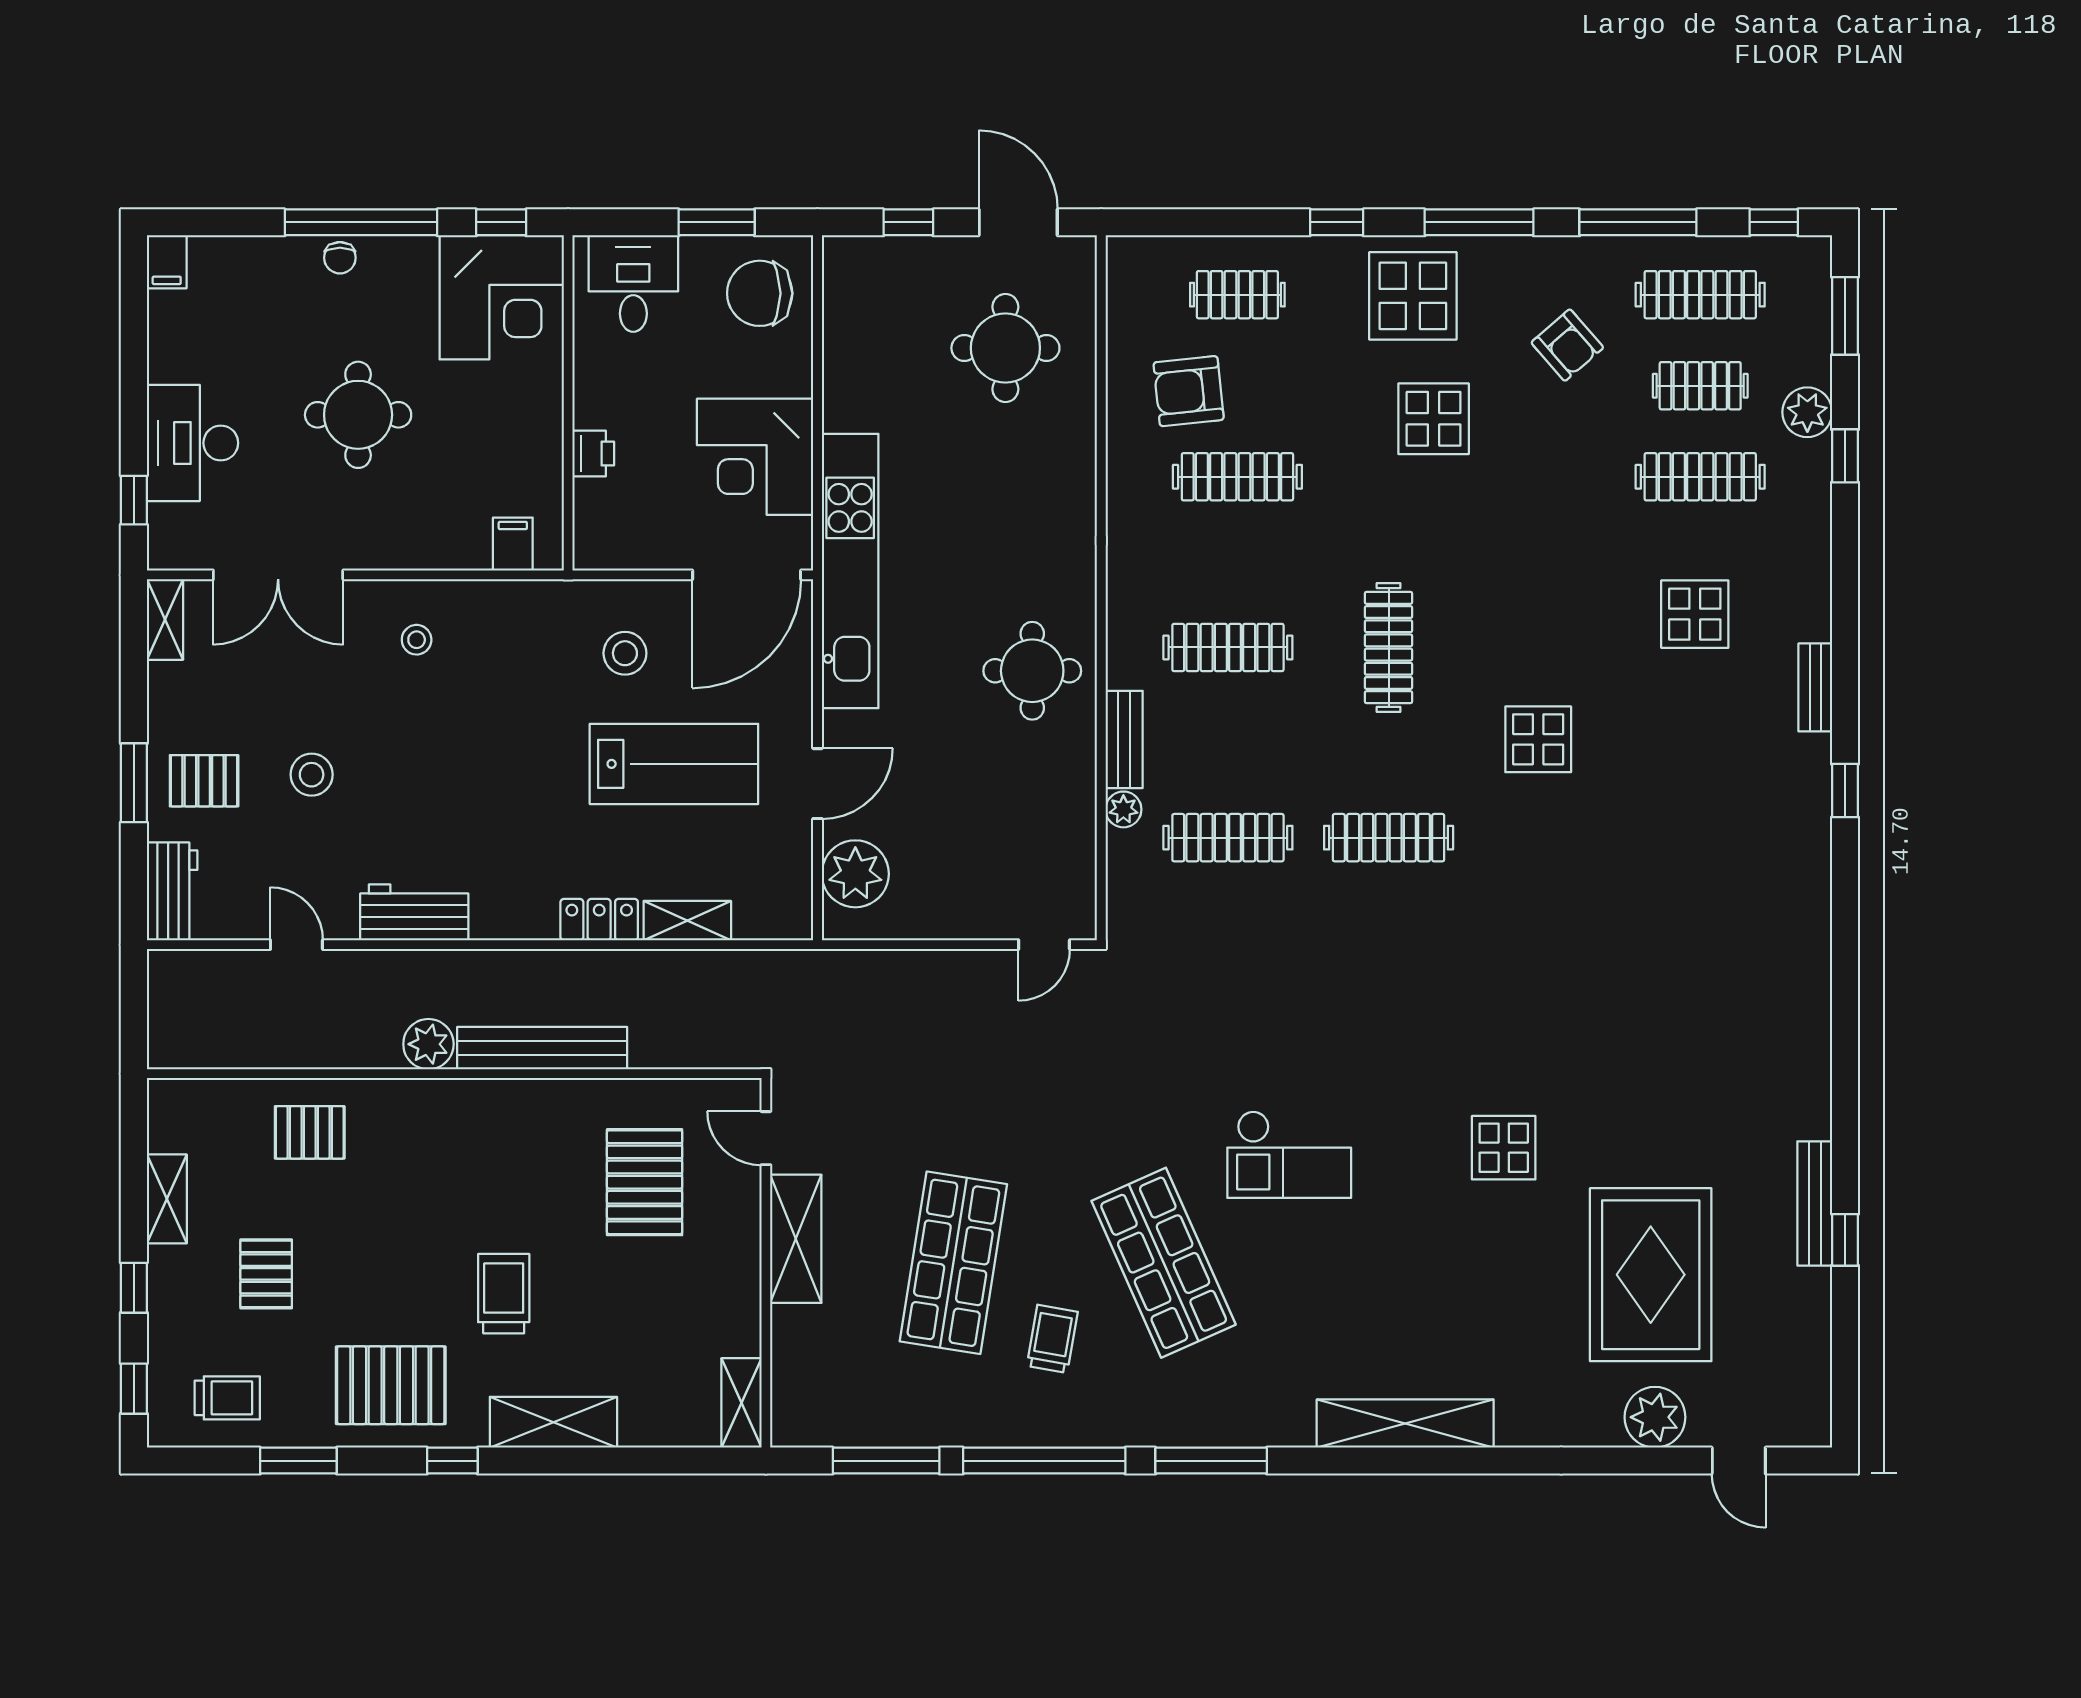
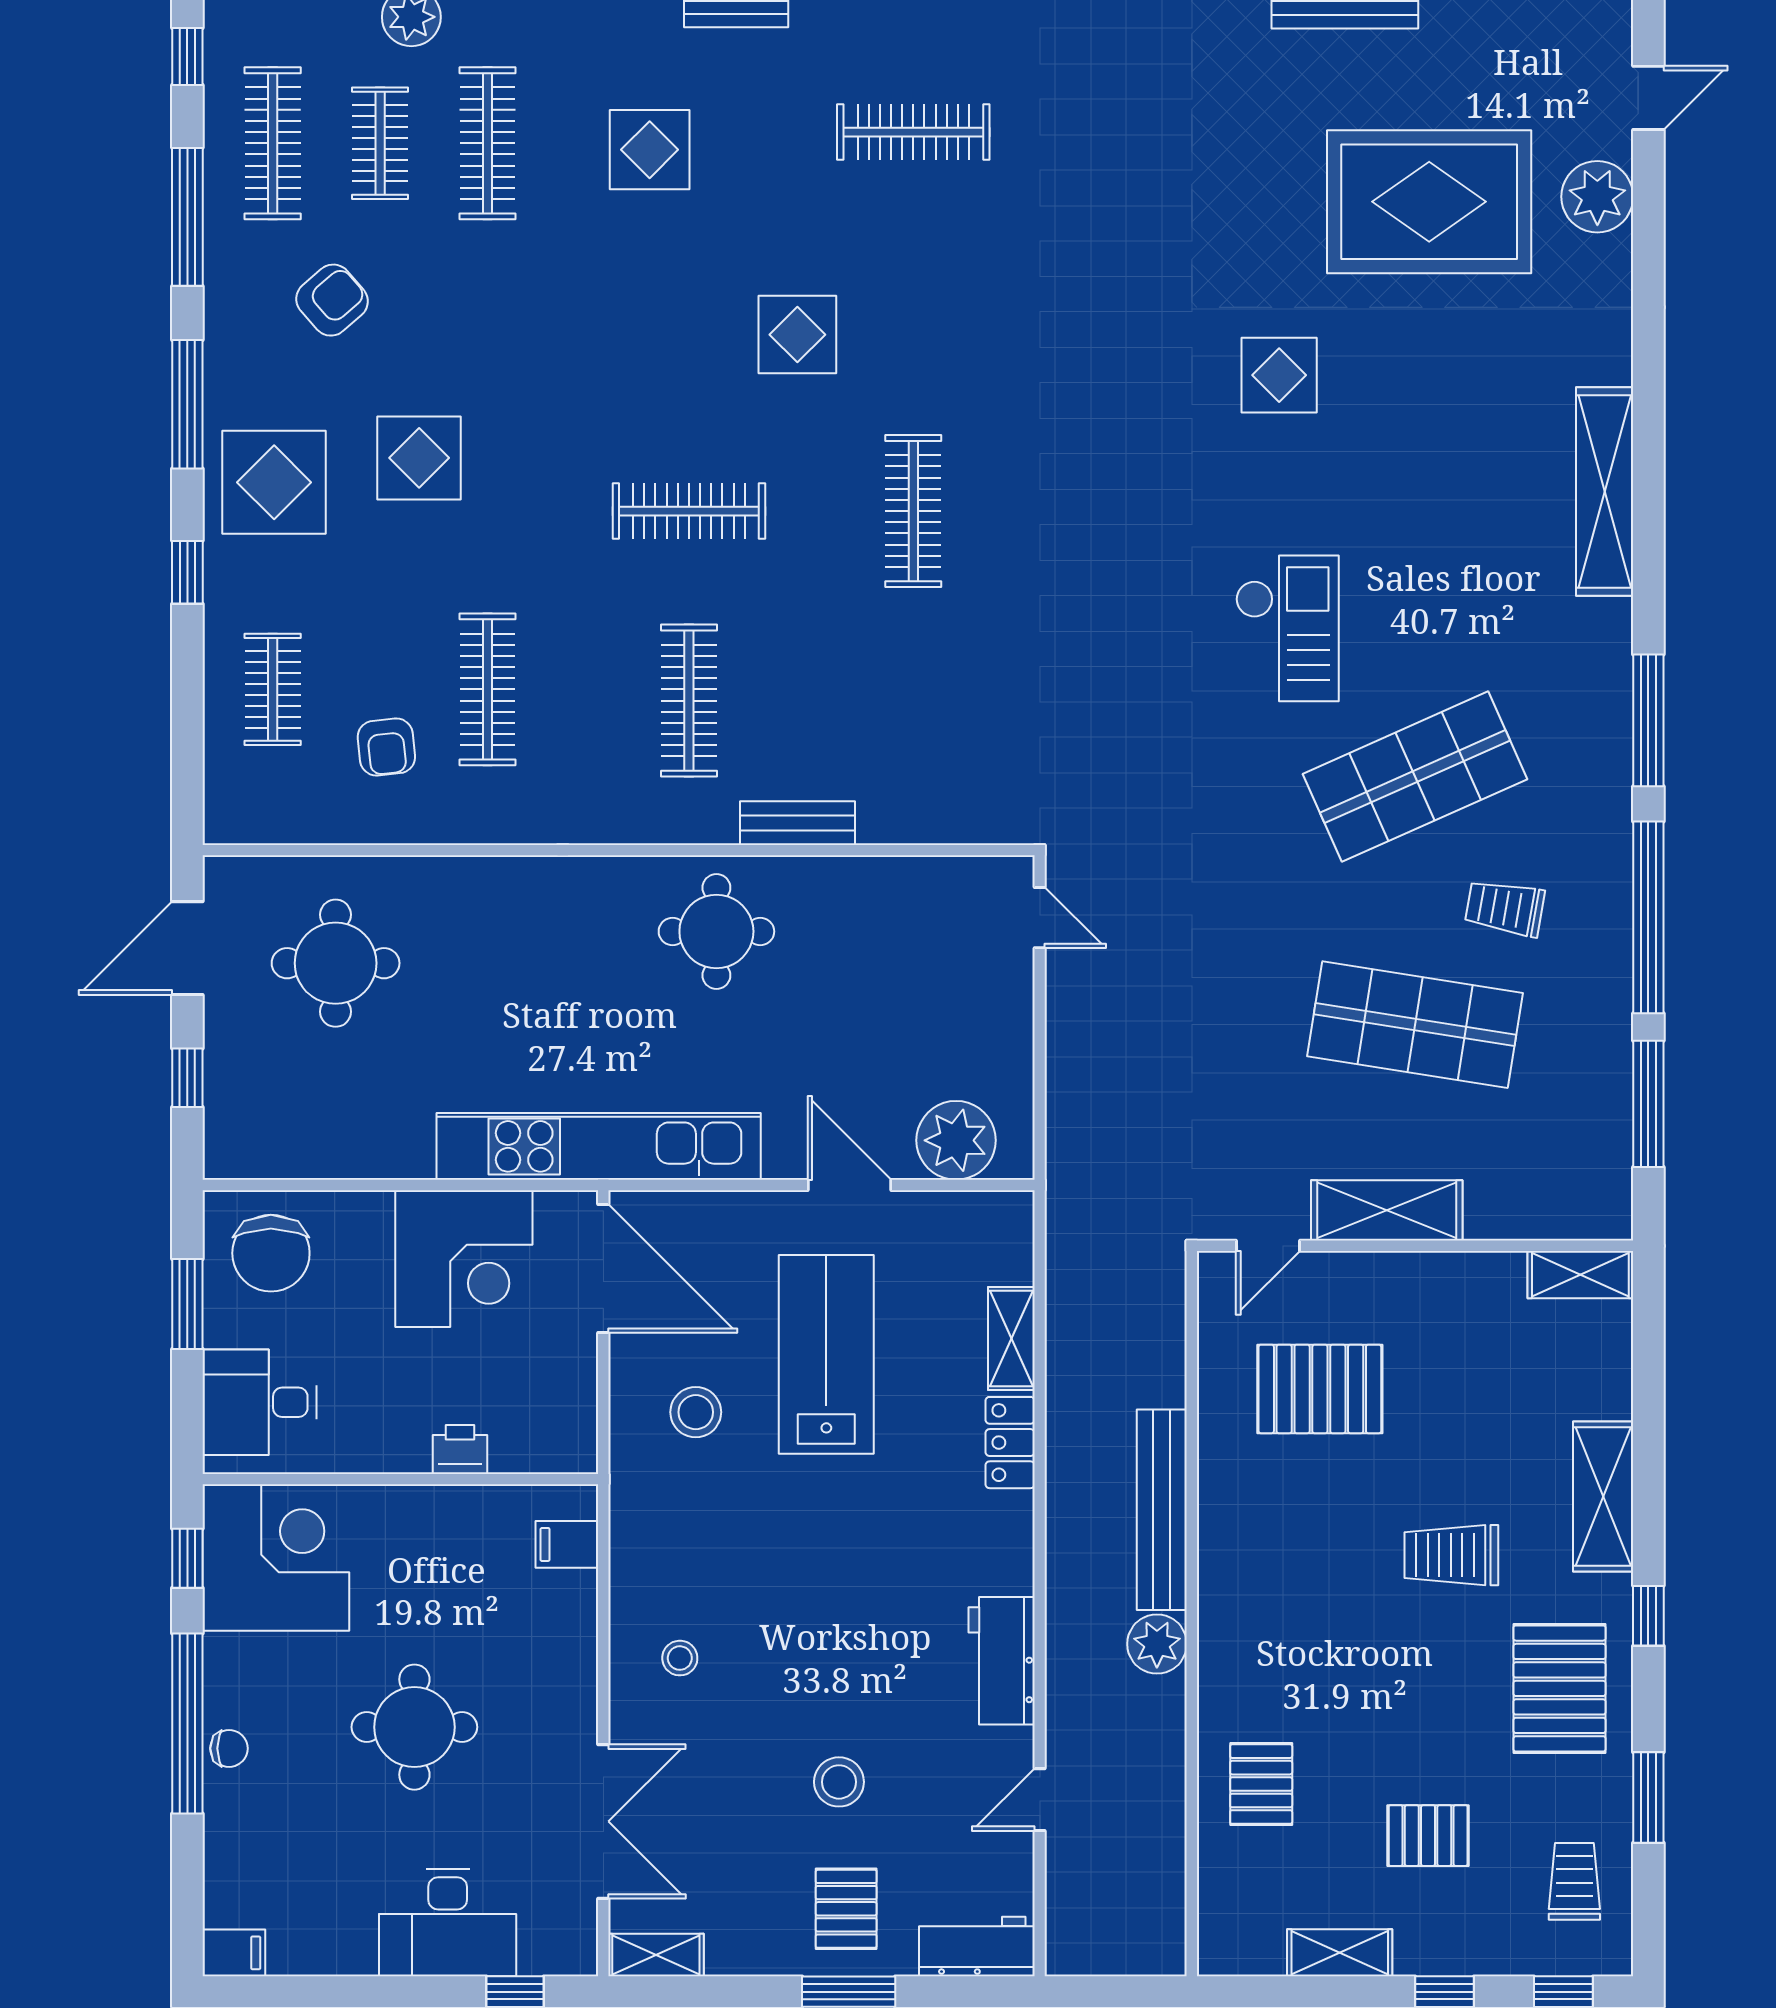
armchair: (1189, 391) -> (386, 747), width x0.72, depth x0.72
plant: (1123, 809) -> (880, 824), removed
clothes rail: (1228, 838) -> (913, 132), moved, turned 90

